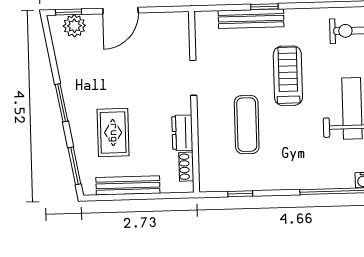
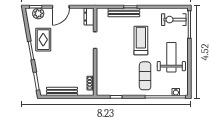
exercise mat: (247, 125) -> (145, 76), moved
rug: (113, 133) -> (43, 40), moved
dresser: (182, 133) -> (89, 17), moved

